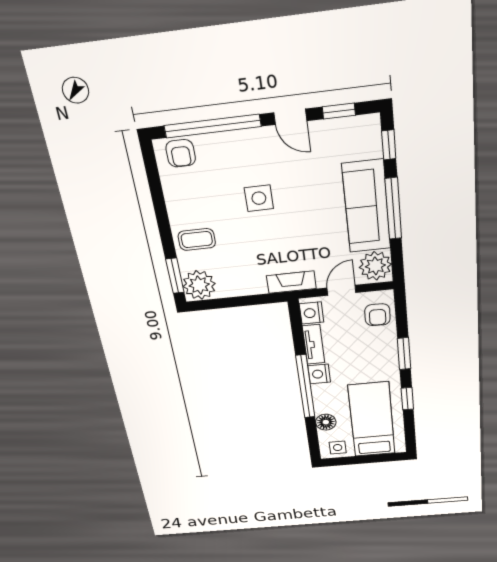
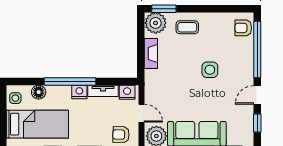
coffee table: (197, 239) -> (187, 27), turned 90
fireplace: (291, 282) -> (151, 54), moved

